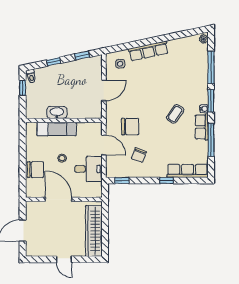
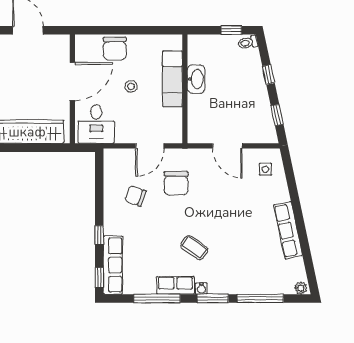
row of seats: (148, 51) -> (288, 230), moved
desk: (88, 169) -> (96, 124), moved
window: (122, 180) -> (99, 278), moved

